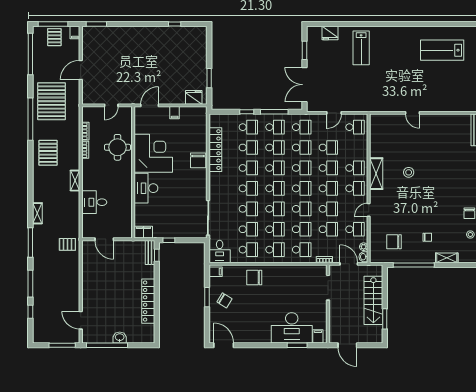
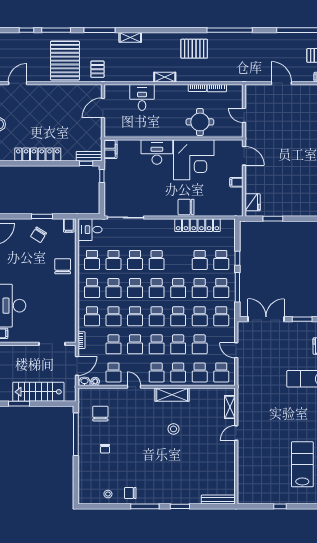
pallet: (51, 101) -> (65, 61), moved, turned 90
school desk: (248, 168) -> (200, 372), moved
shelving: (447, 258) -> (230, 407), moved

